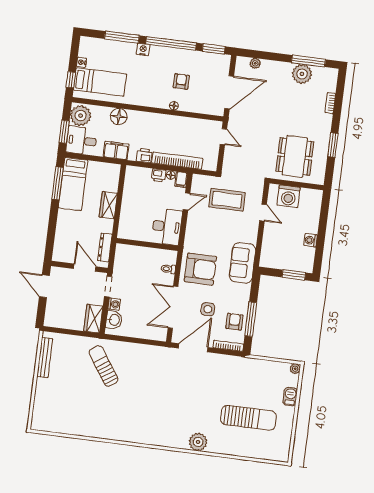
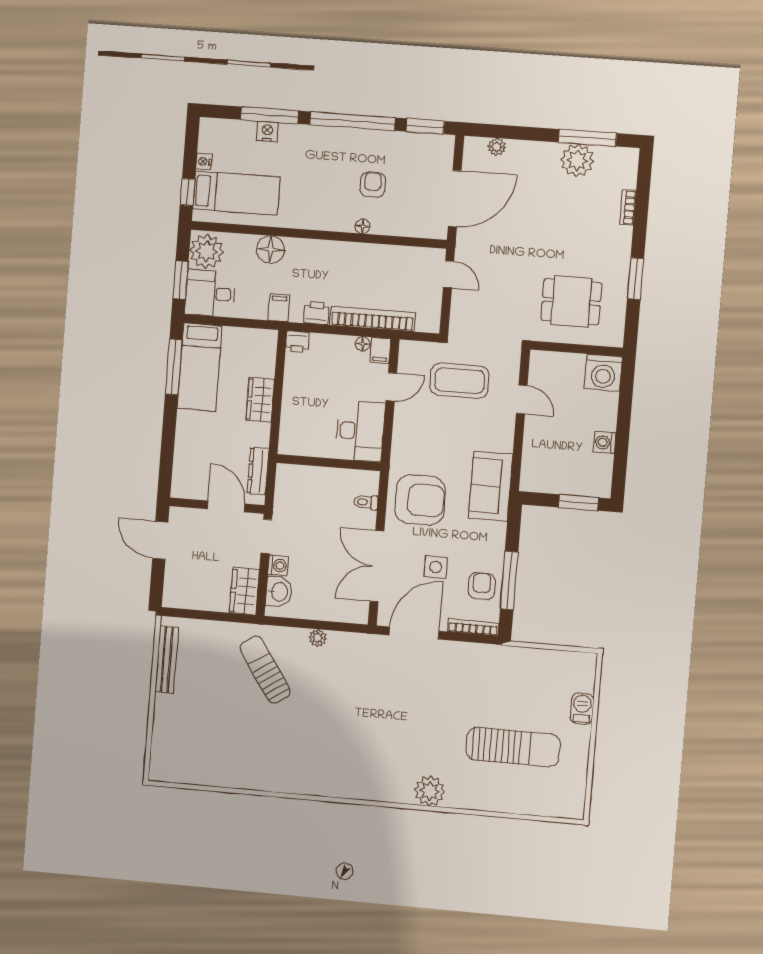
nightstand: (143, 49) -> (267, 131), moved
filing cabinet: (116, 150) -> (279, 308), width x0.50
dining table: (295, 156) -> (571, 301), width x0.73
printer: (159, 175) -> (297, 342), moved
washing machine: (289, 196) -> (603, 373), moved
plant: (295, 369) -> (318, 638), moved

